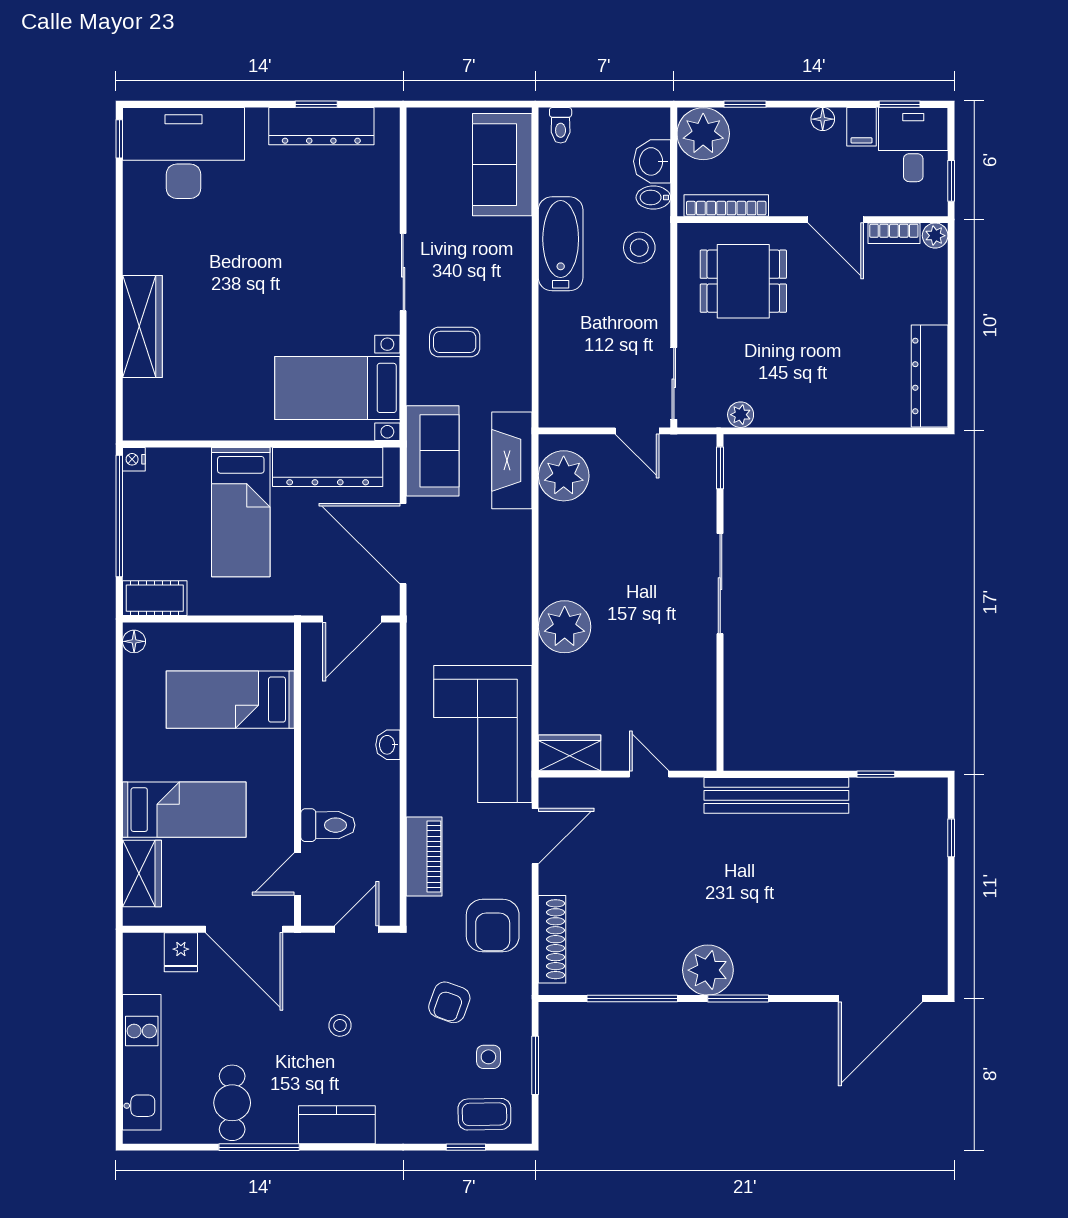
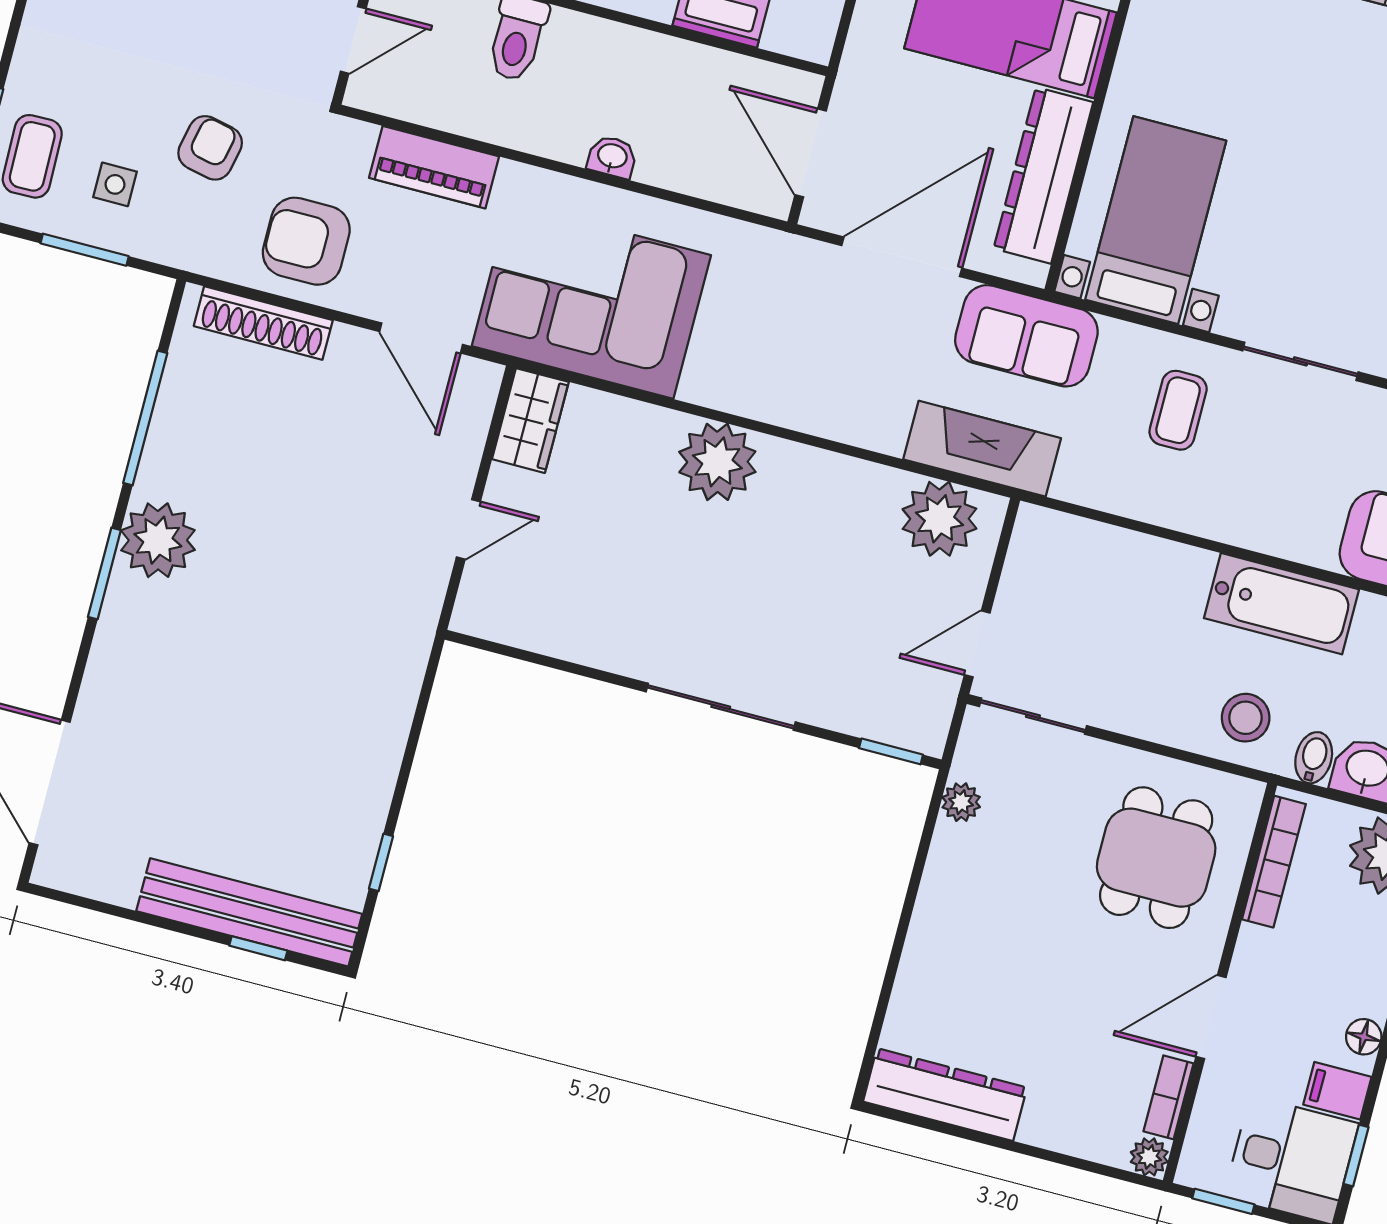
bench: (776, 795) -> (249, 912), moved, turned 90
door: (357, 929) -> (353, 40), hinge flipped
armchair: (449, 1002) -> (210, 148), turned 82

